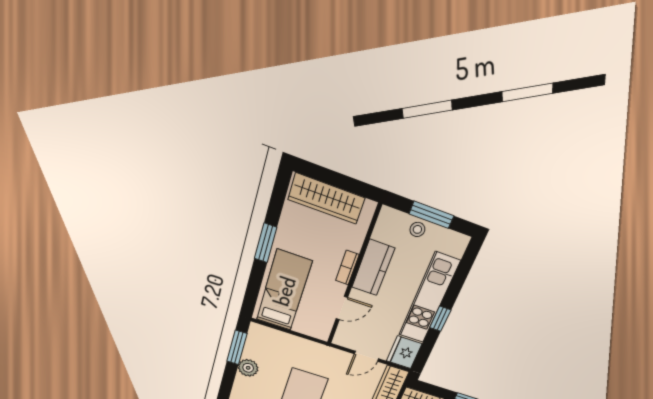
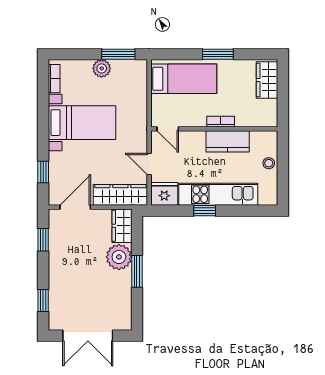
wardrobe: (326, 199) -> (267, 80), width x0.67
window: (431, 215) -> (283, 169), removed
door: (342, 308) -> (168, 129), moved

